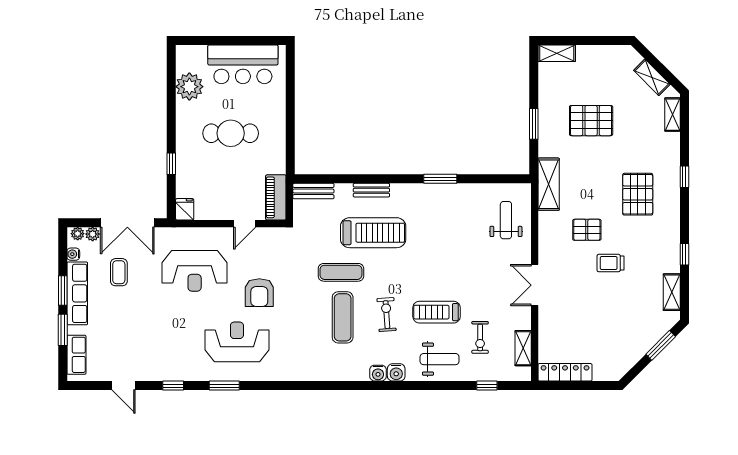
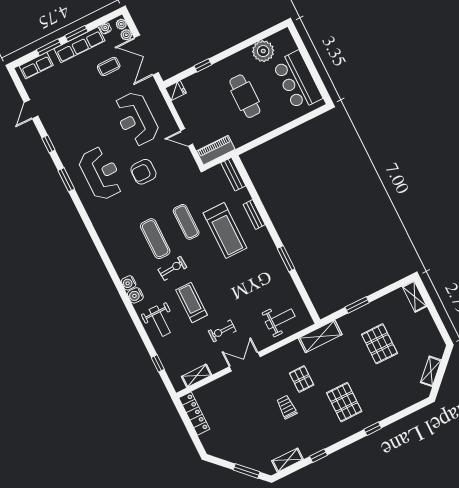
shelving: (672, 115) -> (412, 399), removed
pallet: (638, 194) -> (344, 402), turned 90
exercise mat: (343, 317) -> (155, 239), turned 90
exercise bike: (480, 337) -> (222, 331), moved

